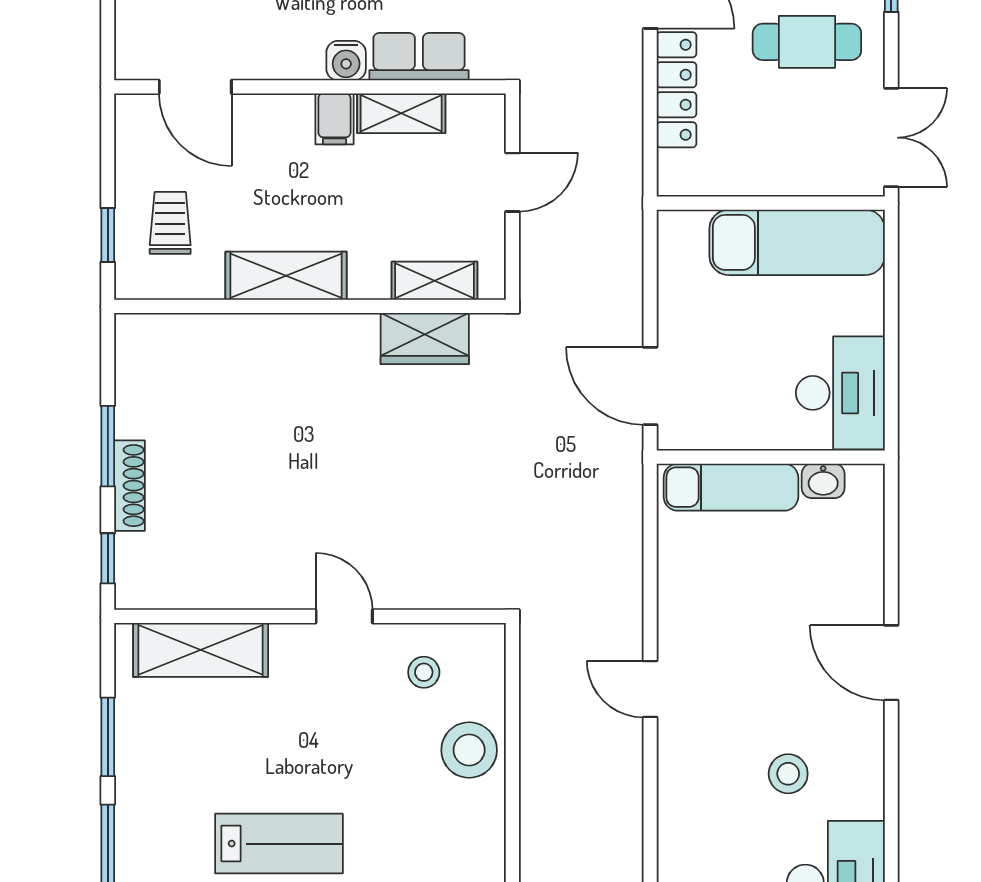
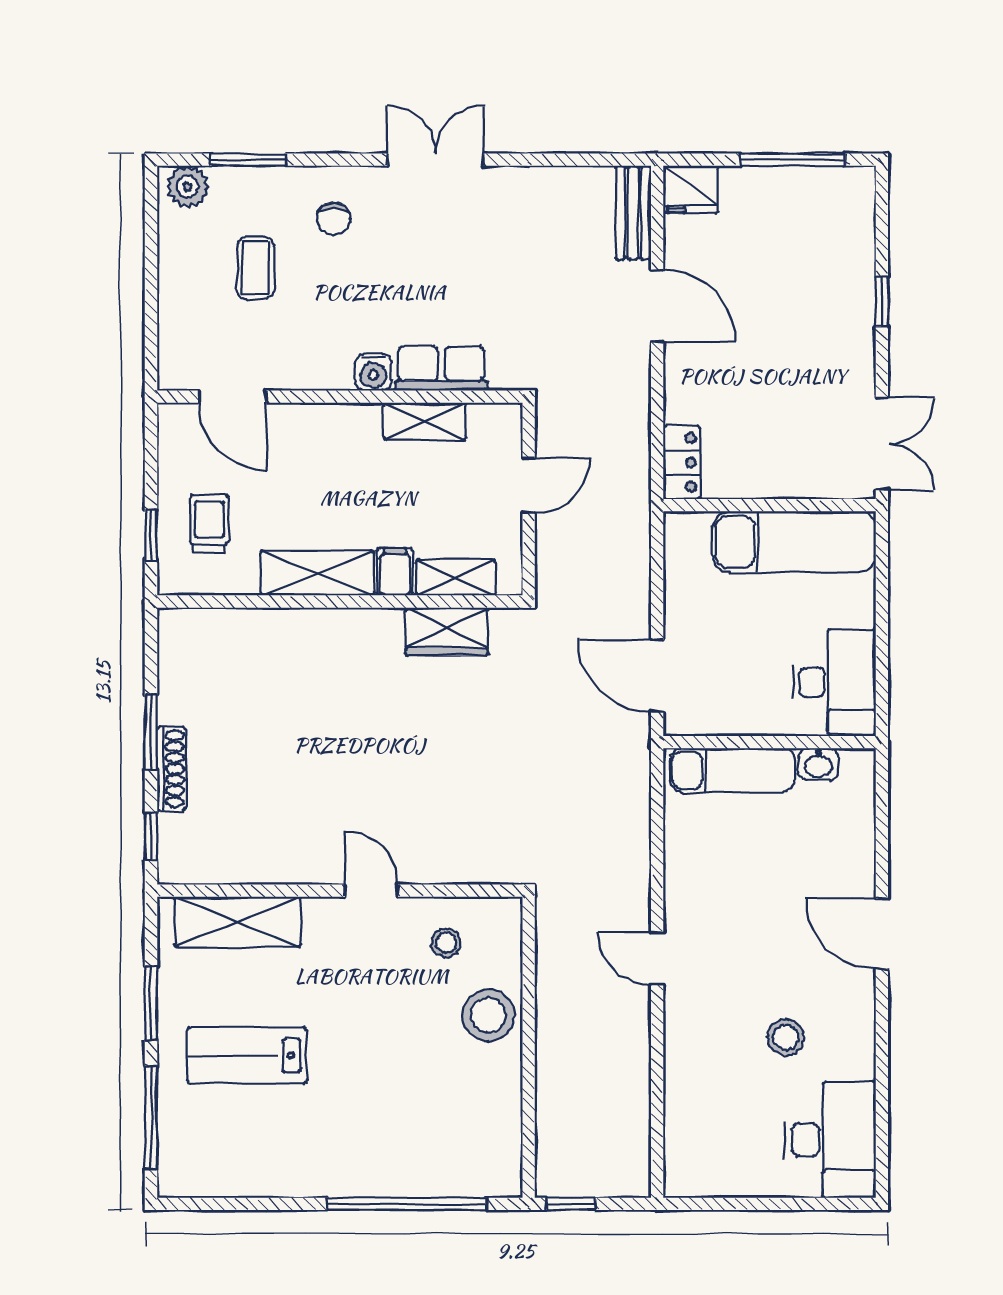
cafe table: (807, 42) -> (803, 355), removed
locker: (676, 90) -> (682, 462), moved, width x0.66
filing cabinet: (334, 119) -> (395, 572), moved, turned 180
lab bench: (279, 844) -> (247, 1055), moved, turned 180

